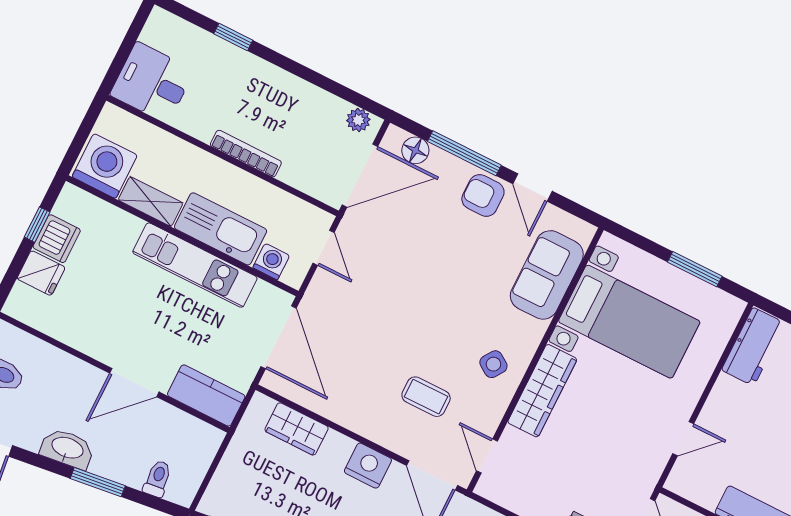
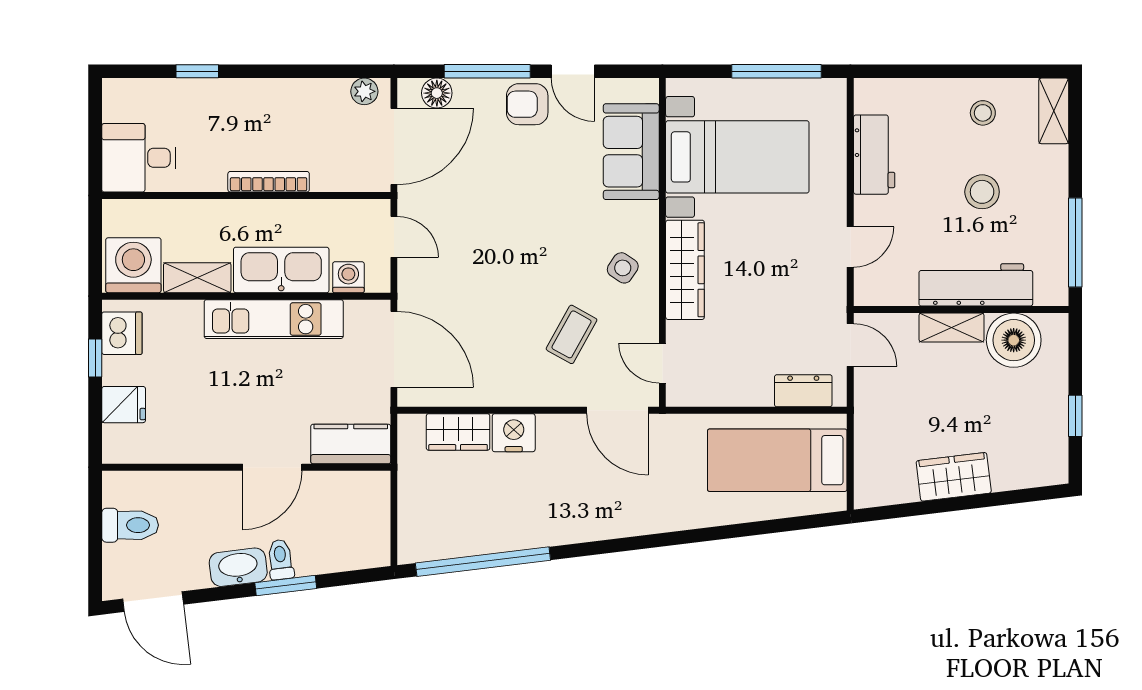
dishwasher: (57, 239) -> (122, 333), moved
window: (695, 269) -> (777, 71), width x1.44
workbench: (753, 347) -> (874, 155), moved
coffee table: (426, 397) -> (572, 334), turned -61
nightstand: (368, 466) -> (514, 433), moved
toilet: (157, 479) -> (281, 560), moved

